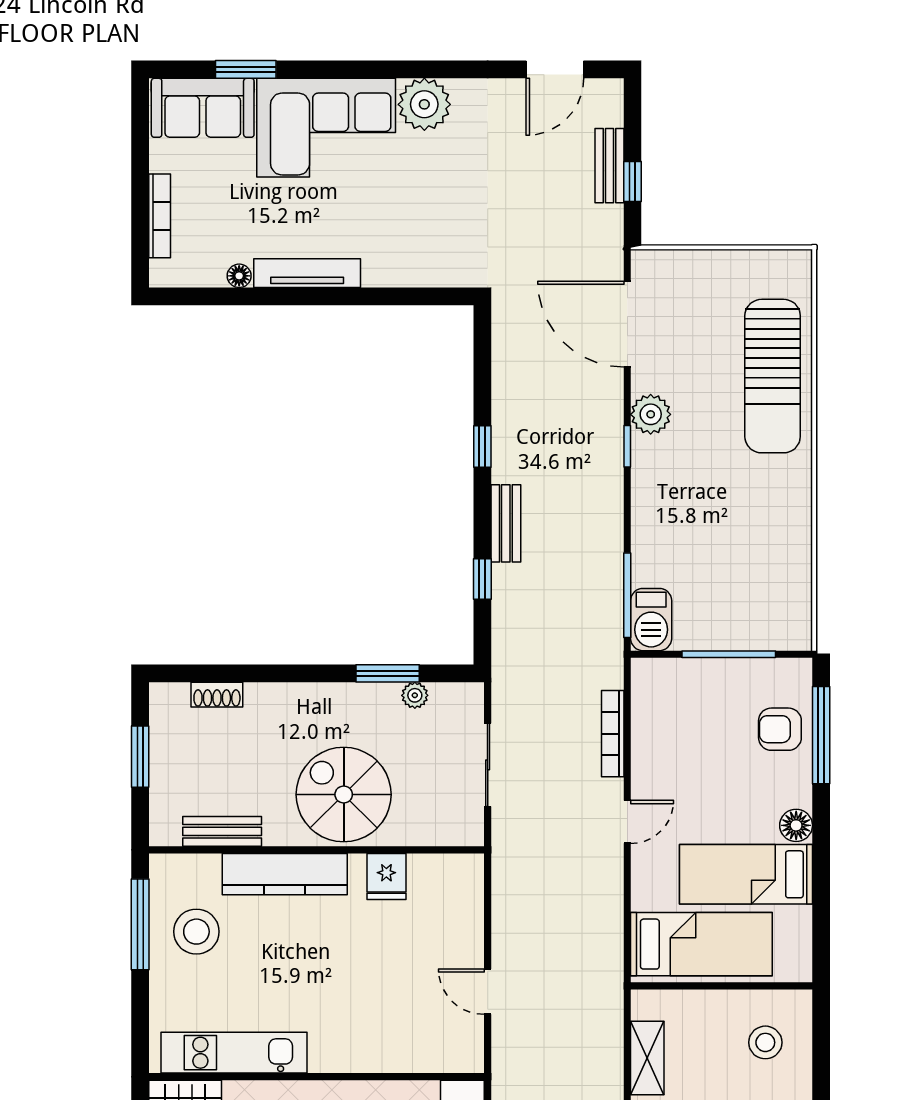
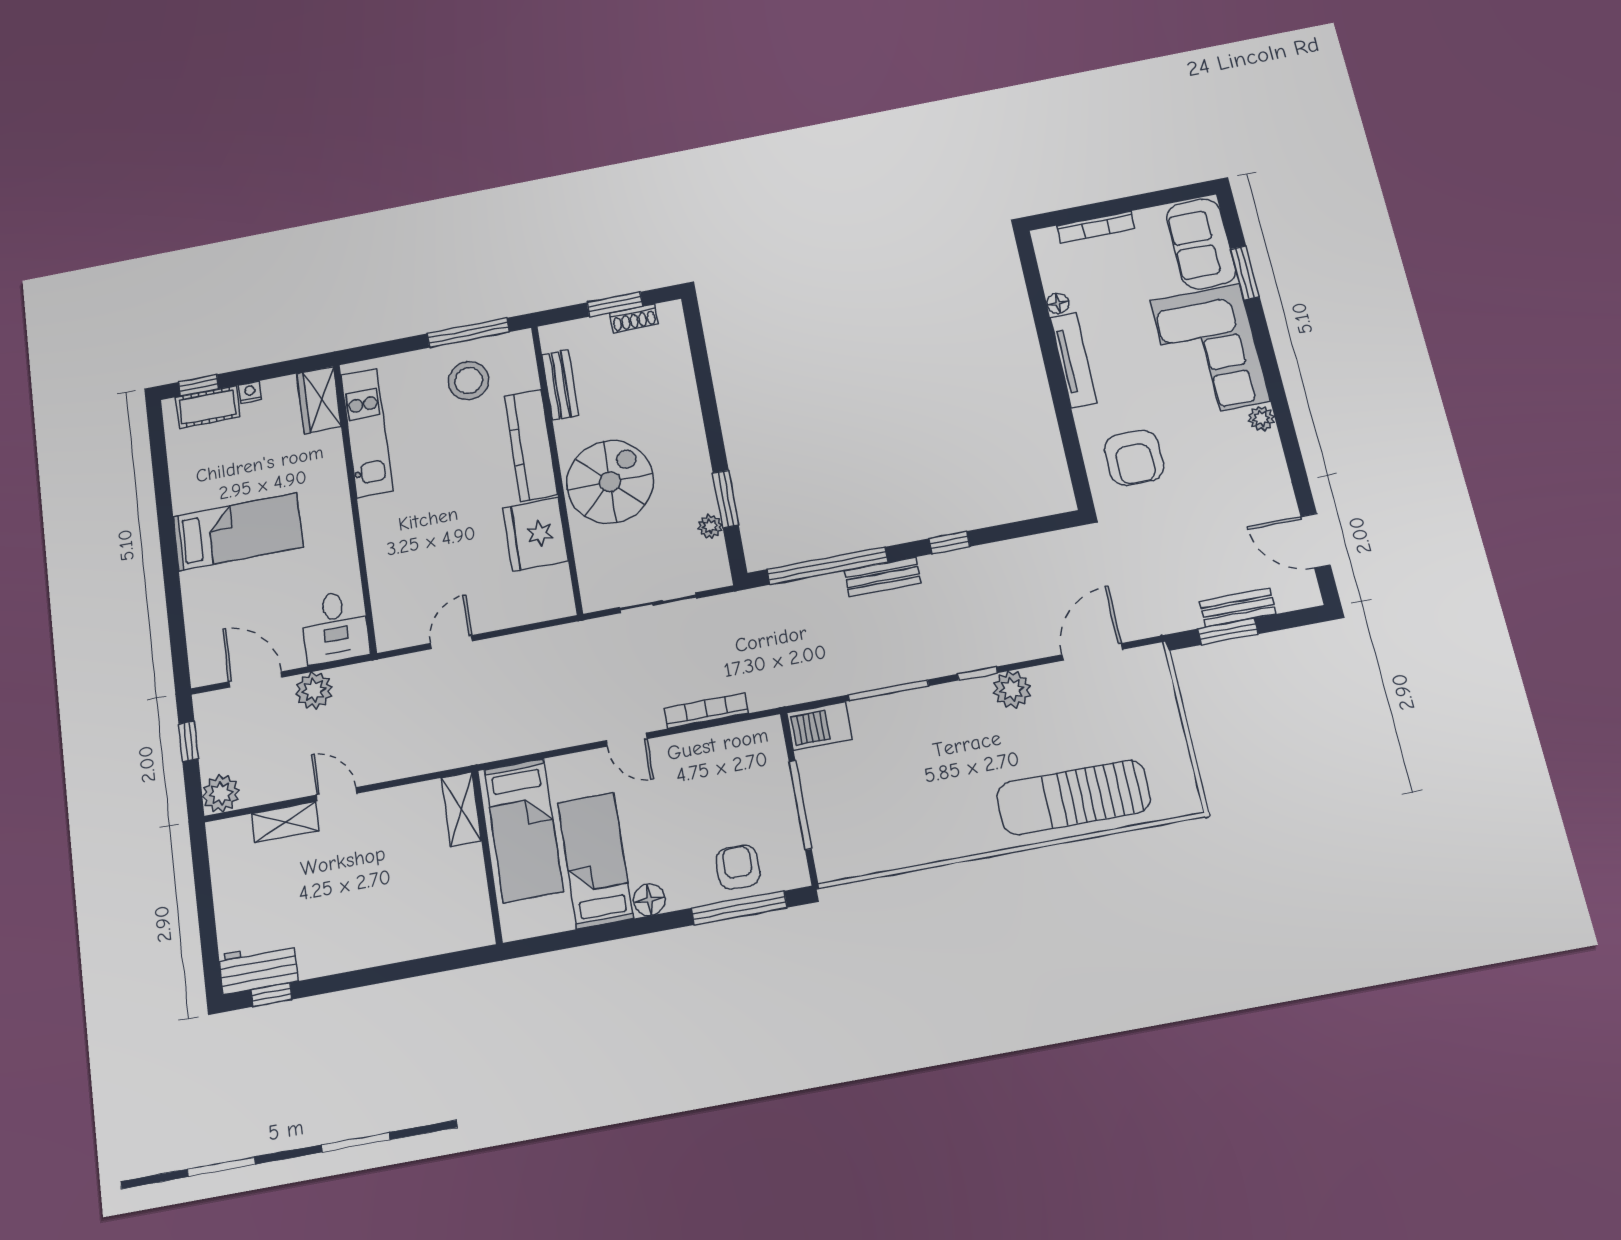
plant: (424, 104) -> (1261, 418), width x0.53, depth x0.53
window: (632, 181) -> (1228, 631), width x1.50
armchair: (428, 234) -> (1134, 458), added
door: (627, 324) -> (1092, 652), width x0.73
window: (482, 579) -> (827, 566), width x3.17
window: (627, 595) -> (888, 690), moved
shoe rack: (217, 695) -> (634, 319), moved, turned -90
fridge: (386, 876) -> (535, 534), width x1.88, depth x1.34
stool: (765, 1042) -> (440, 908), removed
shelving: (647, 1058) -> (461, 809), moved, turned 90

